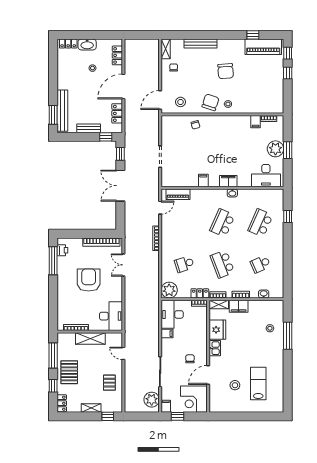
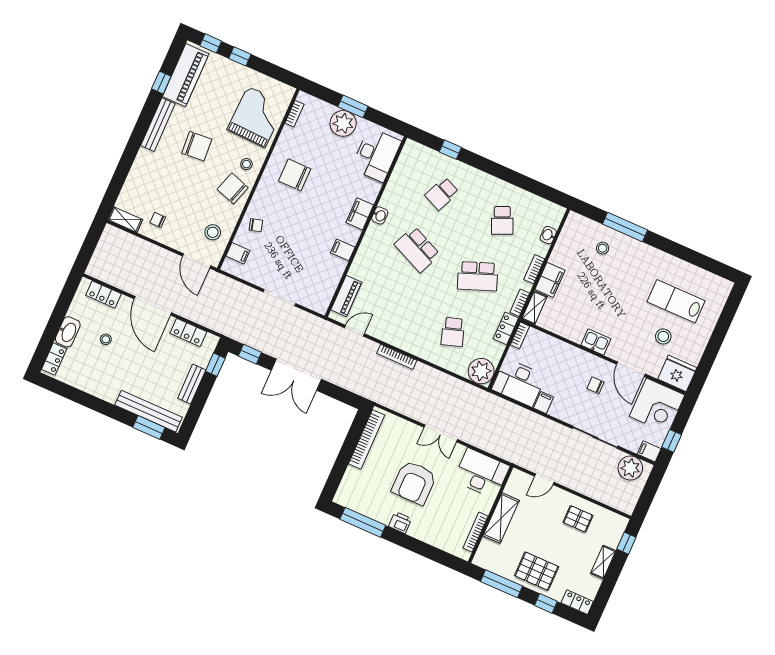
bench: (201, 44) -> (158, 125), moved
grand piano: (257, 98) -> (256, 117), added
filing cabinet: (256, 122) -> (238, 253), moved
chair: (234, 134) -> (295, 175), added
door: (160, 208) -> (354, 331), hinge flipped
school desk: (260, 223) -> (442, 194), width x0.54
printer: (62, 250) -> (400, 523), moved
double door: (123, 265) -> (441, 433), moved
armchair: (89, 280) -> (414, 483), turned -90
fridge: (217, 330) -> (677, 373), moved

